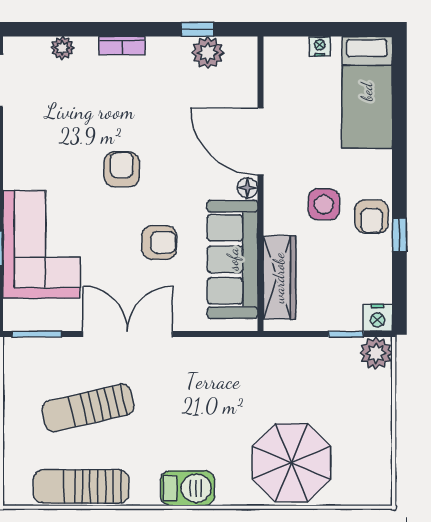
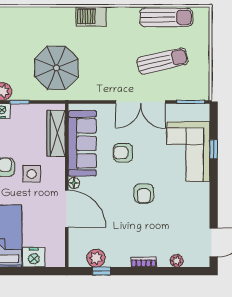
nightstand: (320, 46) -> (34, 257), width x1.89, depth x1.79
parasol: (291, 463) -> (56, 68), moved
barbecue: (187, 488) -> (91, 16), moved

